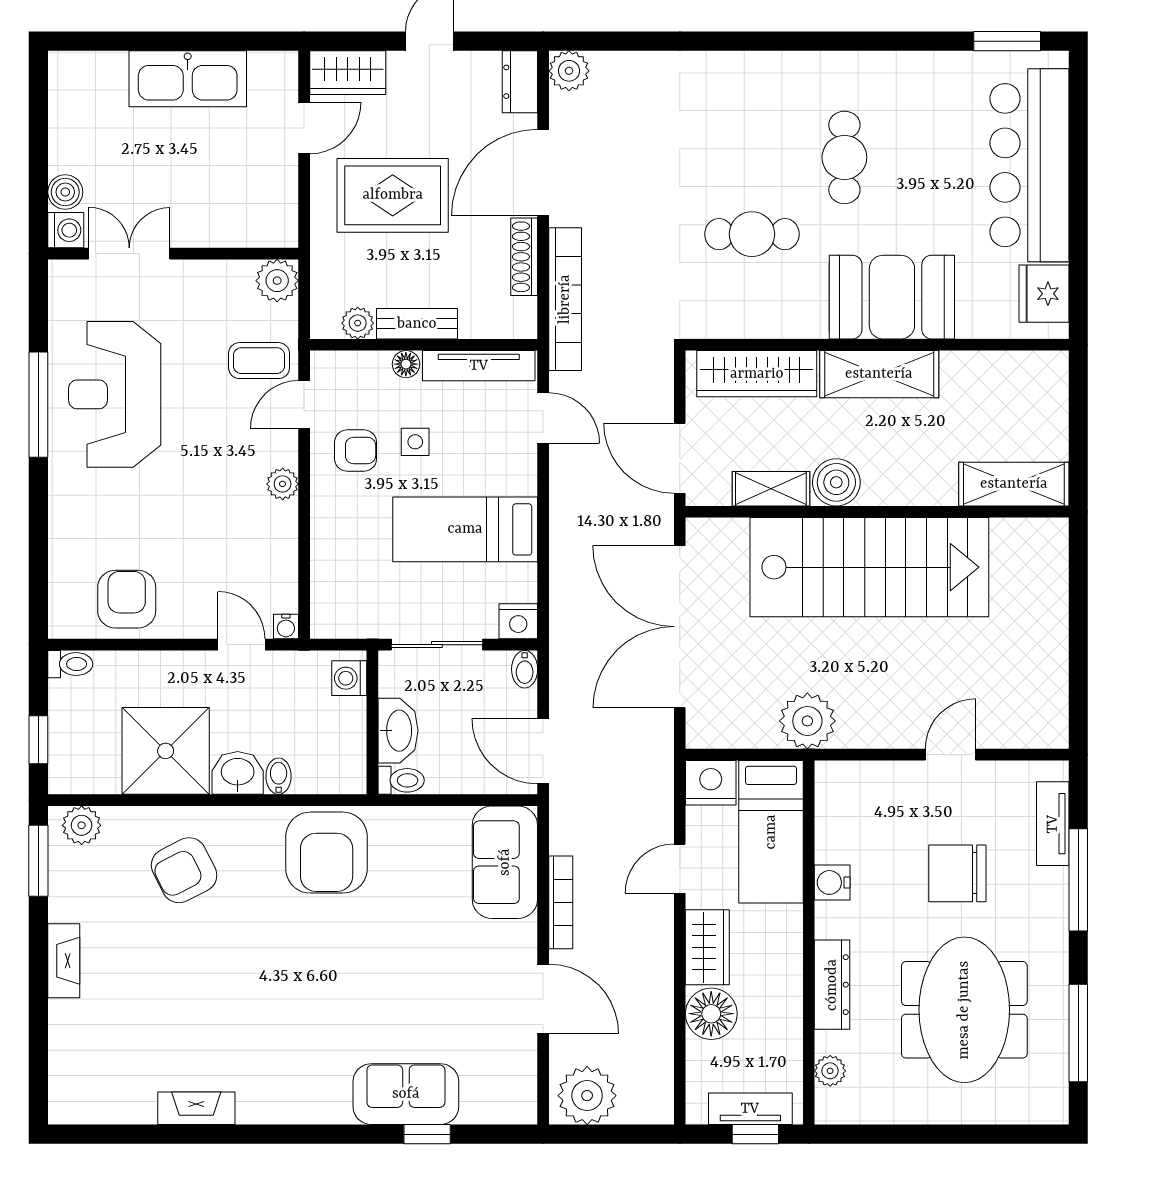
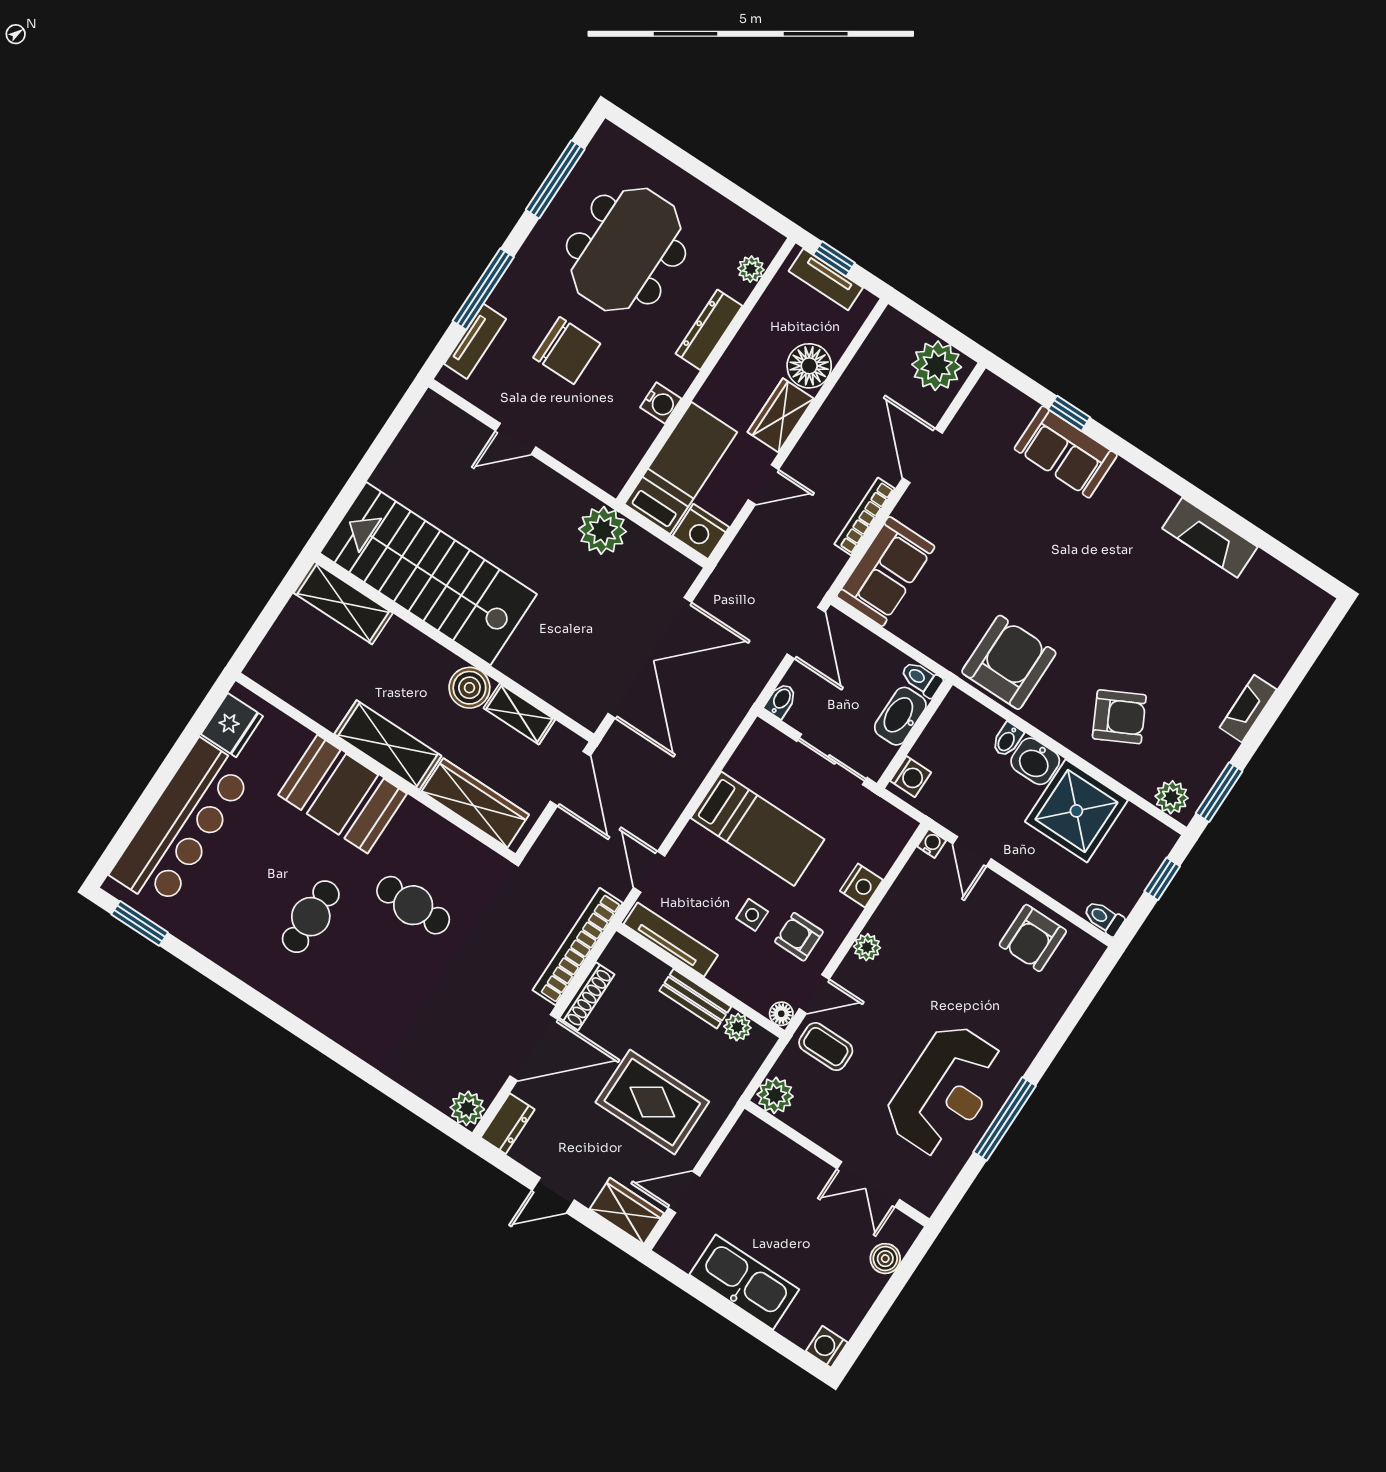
washing machine: (66, 230) -> (827, 1347), moved
floor lamp: (406, 364) -> (781, 1014), moved
stairs: (869, 567) -> (428, 574), moved
nightstand: (518, 621) -> (861, 885), moved, turned 90
fireplace: (196, 1108) -> (1210, 538), width x1.37, depth x1.32

